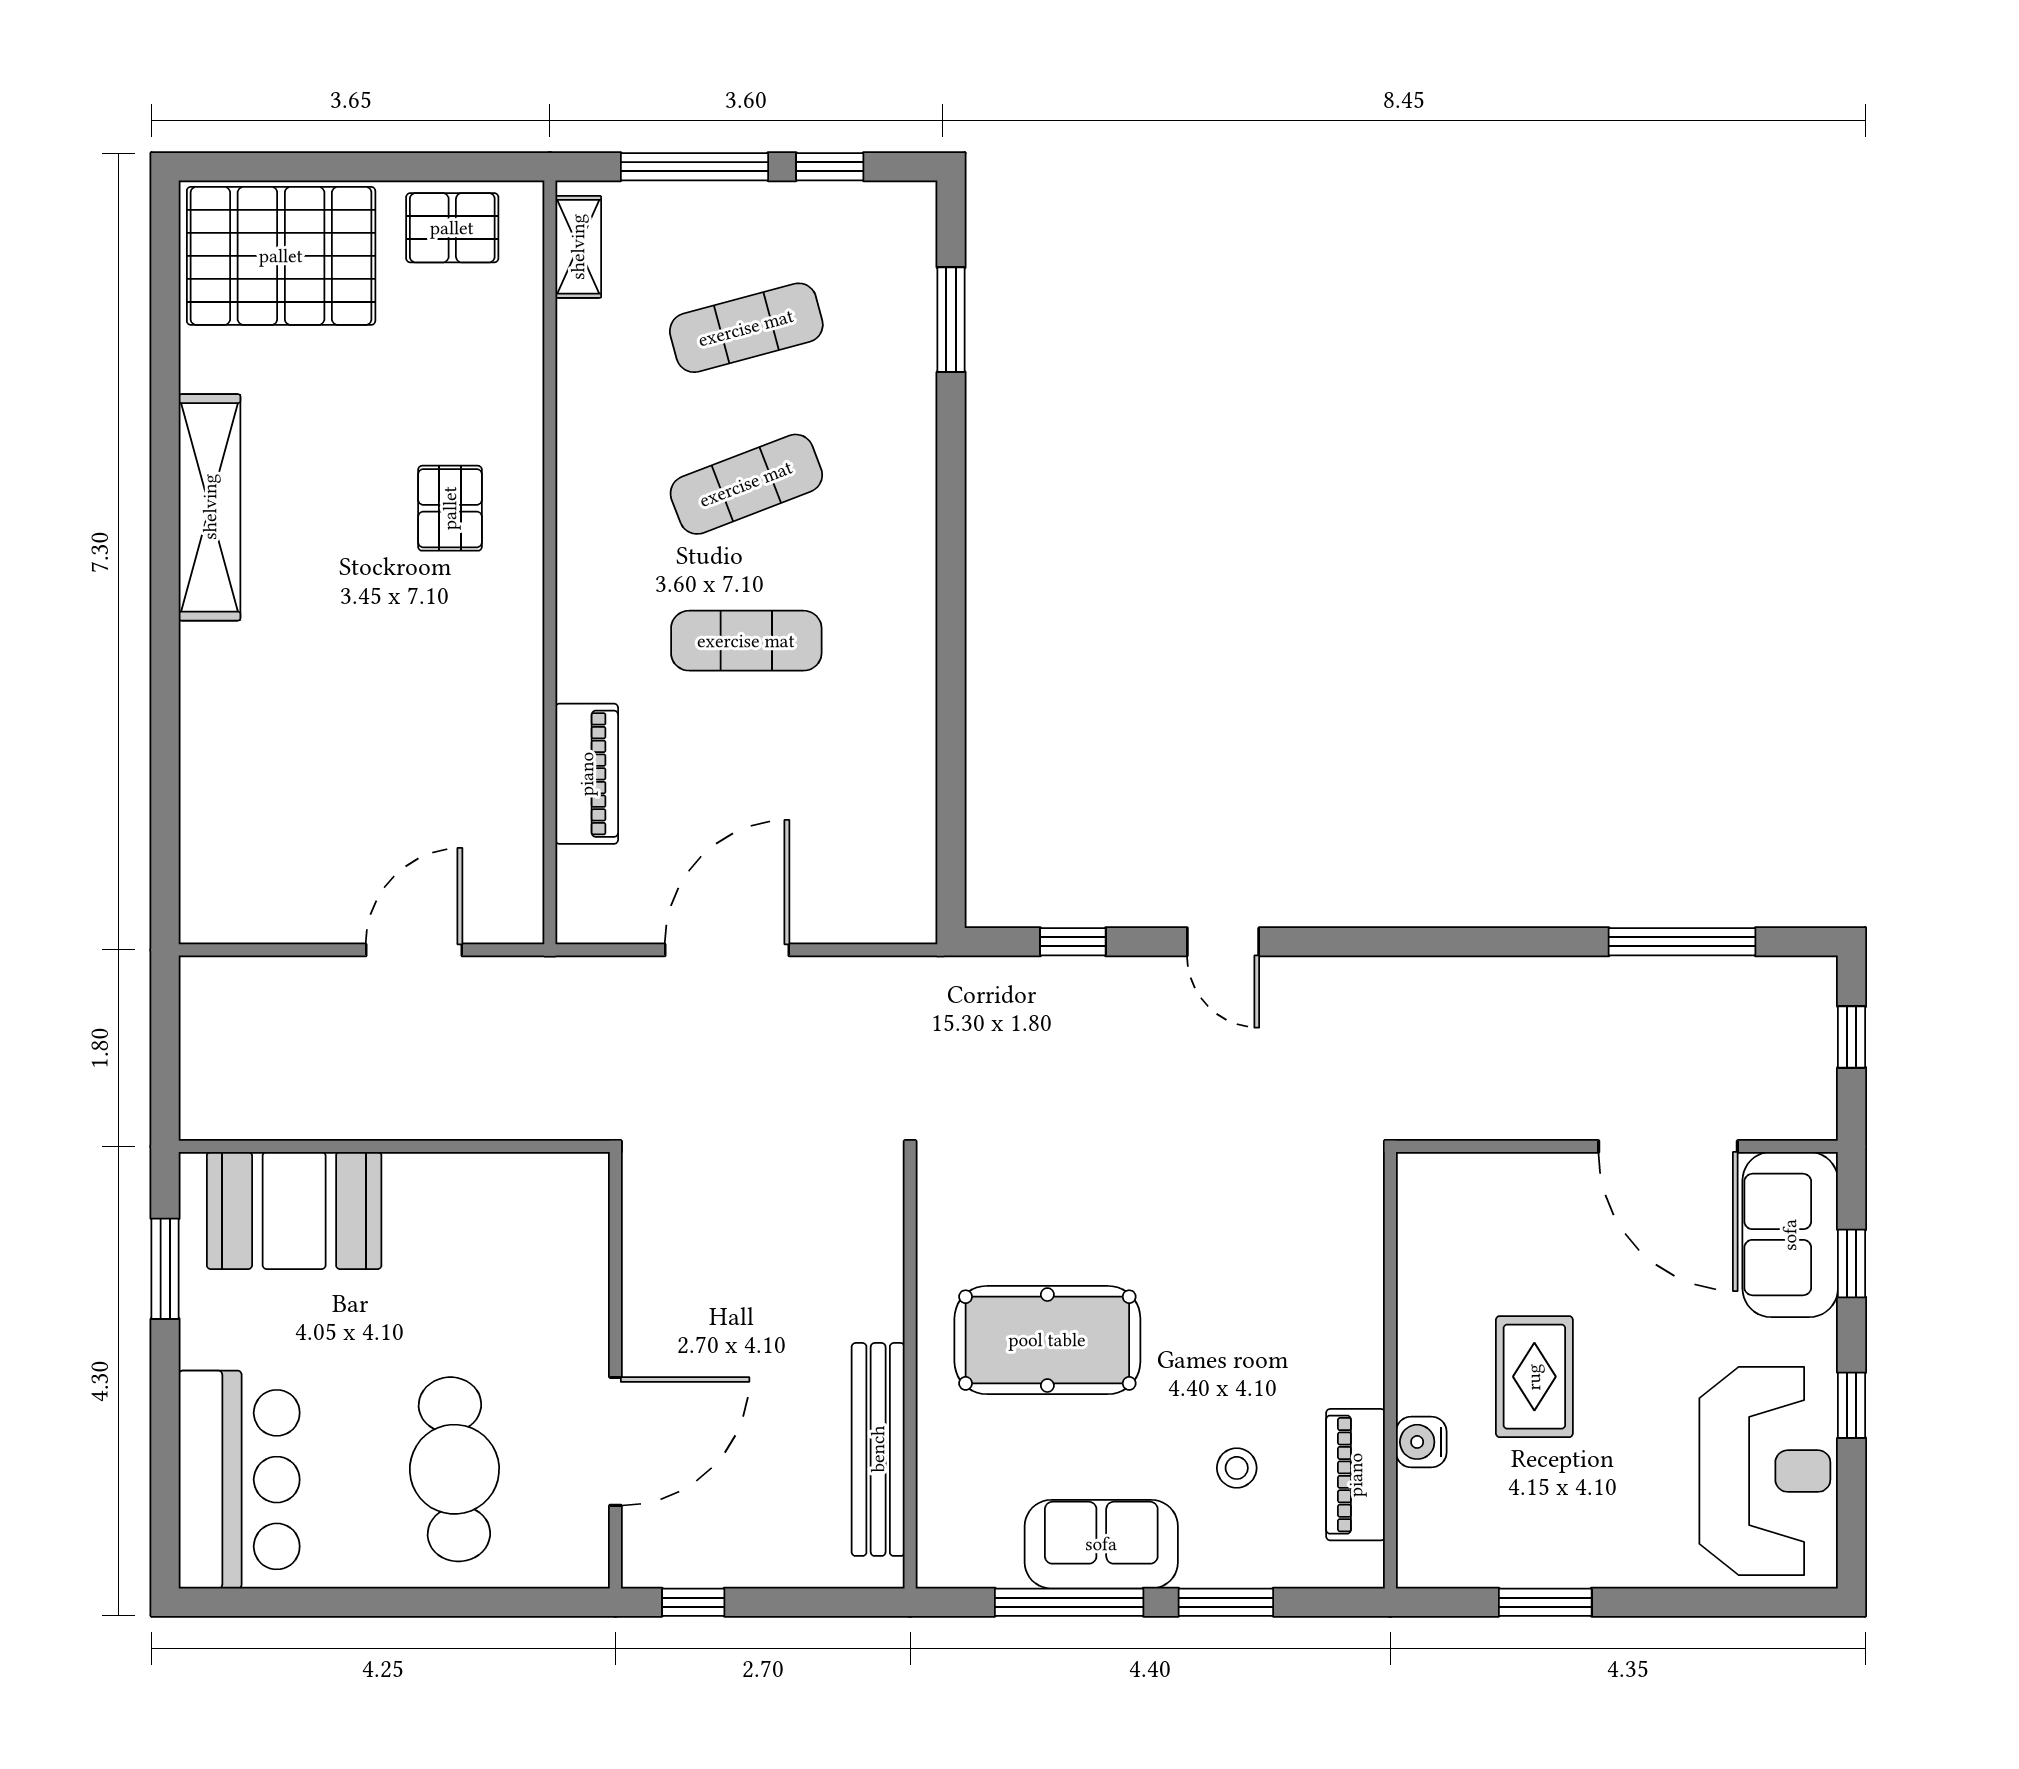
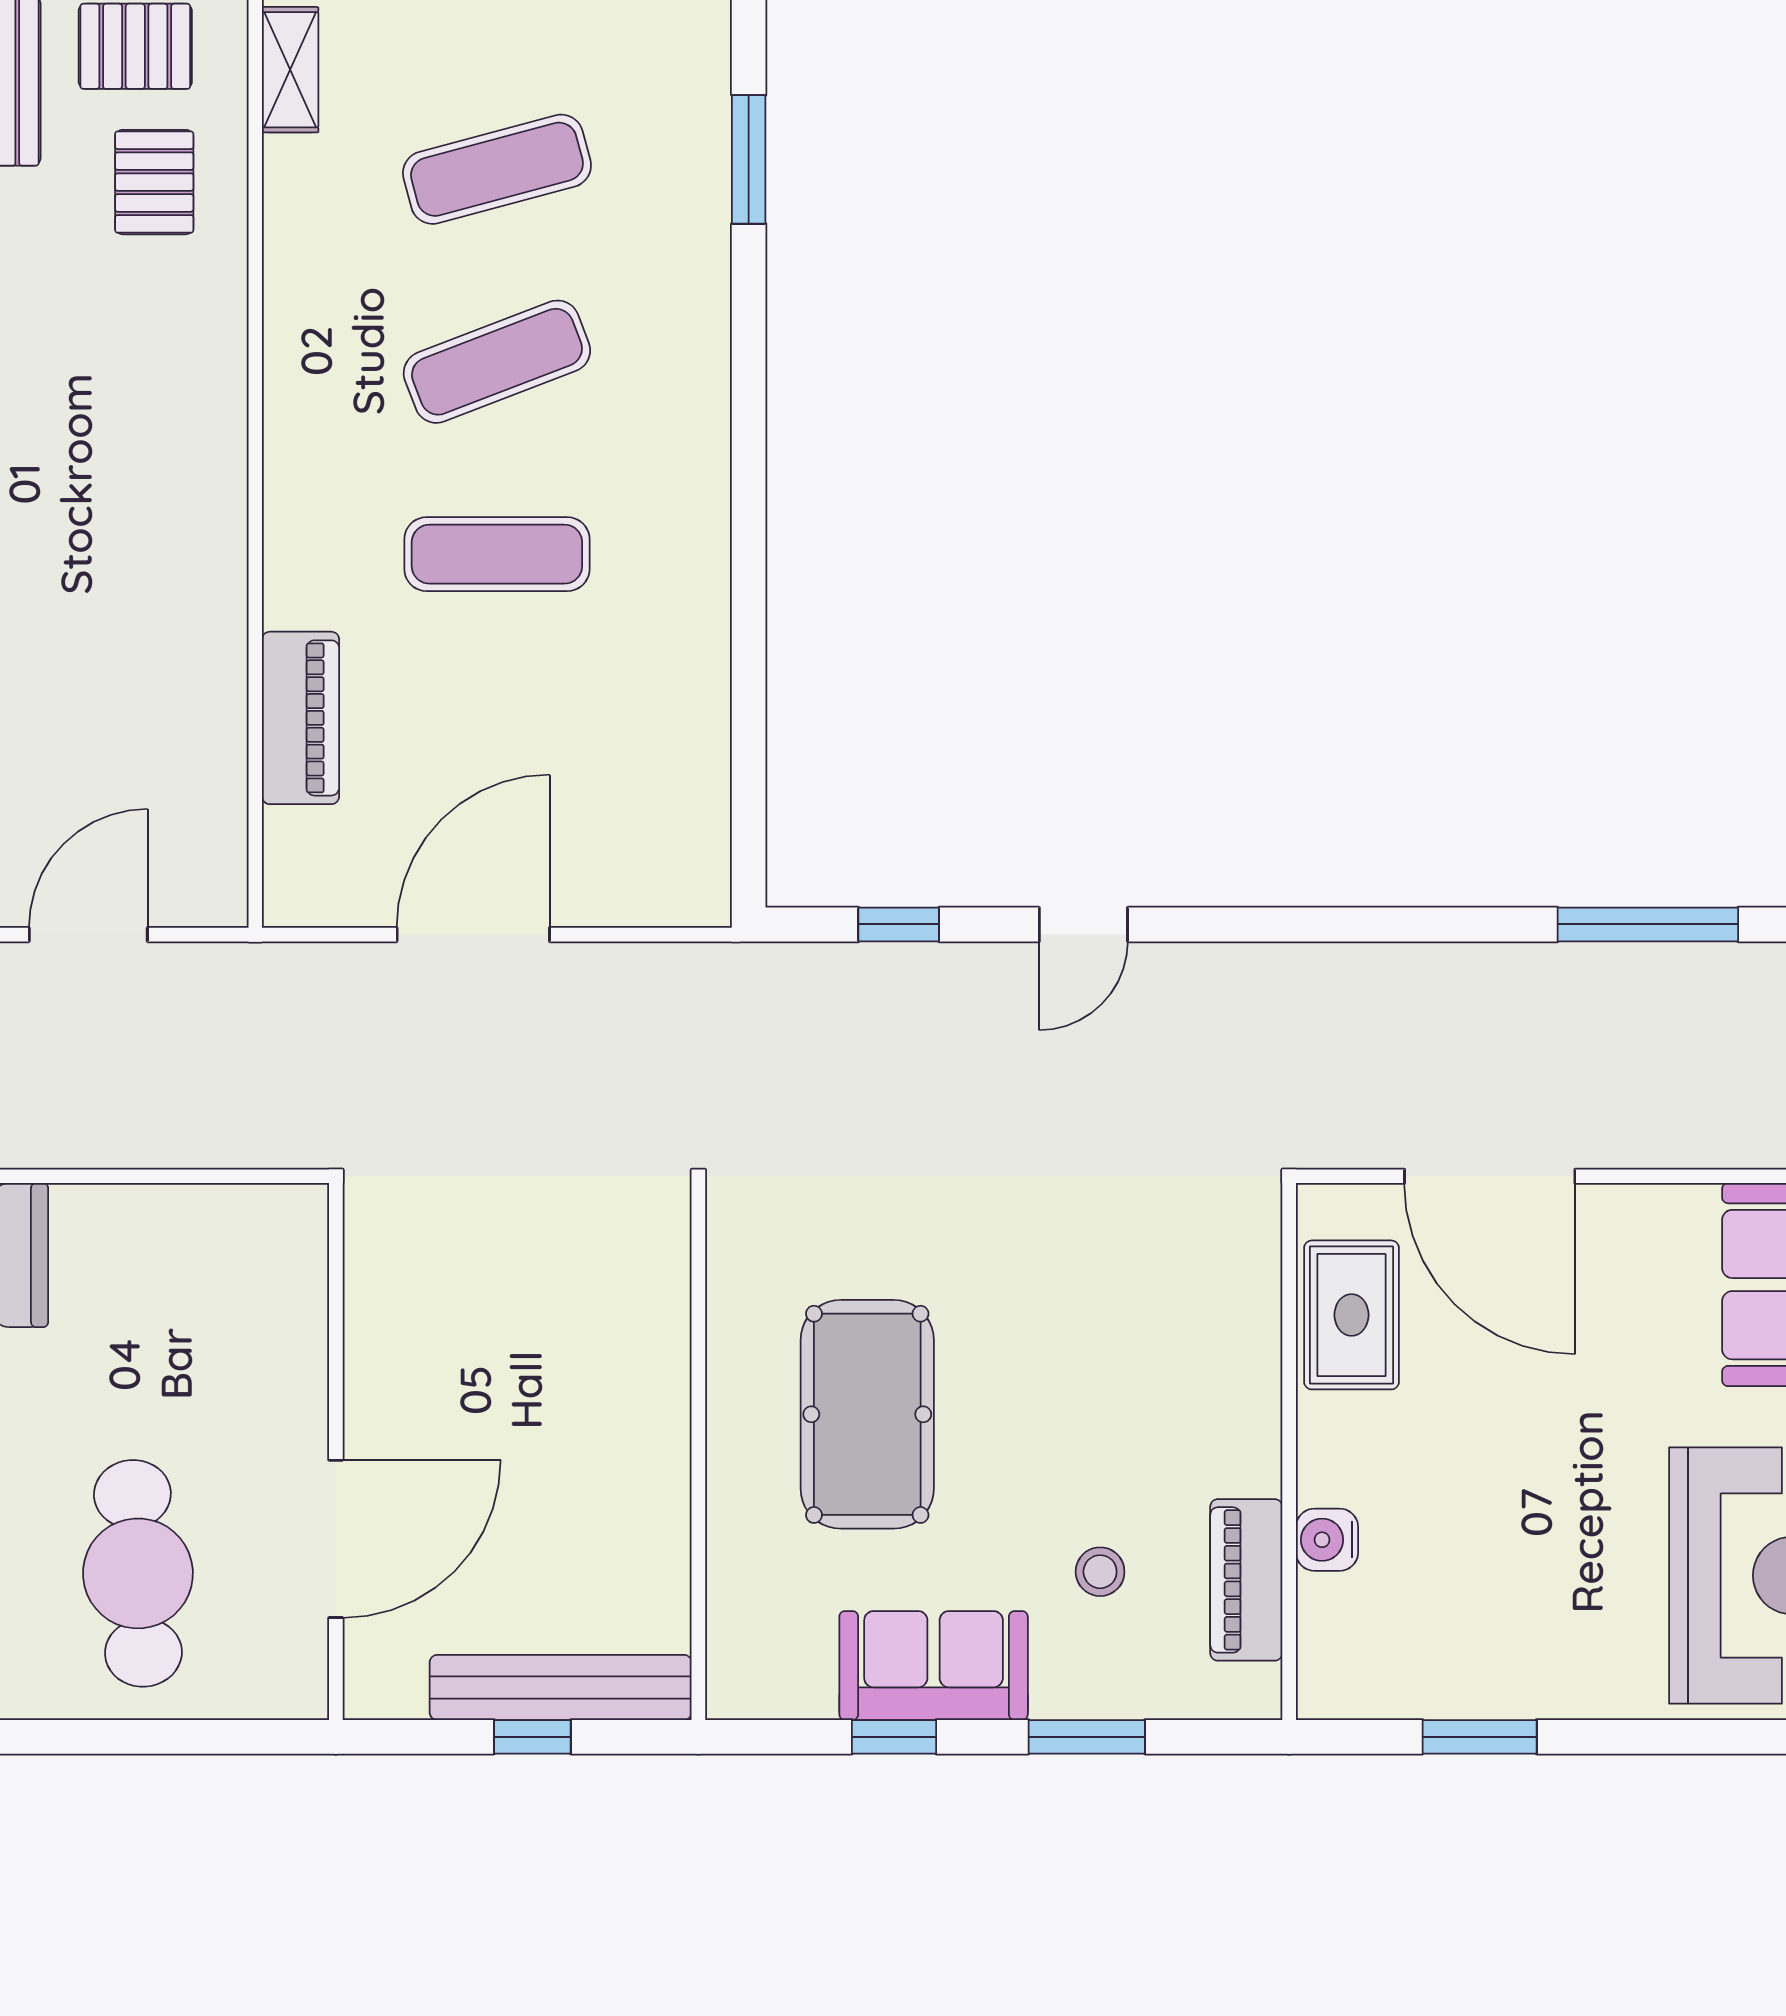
pallet: (450, 508) -> (154, 182), moved
door: (1223, 942) -> (1083, 924), hinge flipped
door: (1668, 1146) -> (1490, 1176), moved
pool table: (1047, 1340) -> (867, 1414), turned 90
rug: (1534, 1377) -> (1352, 1315), moved
bench: (878, 1449) -> (561, 1687), moved, turned 90
window: (693, 1602) -> (532, 1737), moved
window: (1069, 1602) -> (894, 1737), width x0.46

